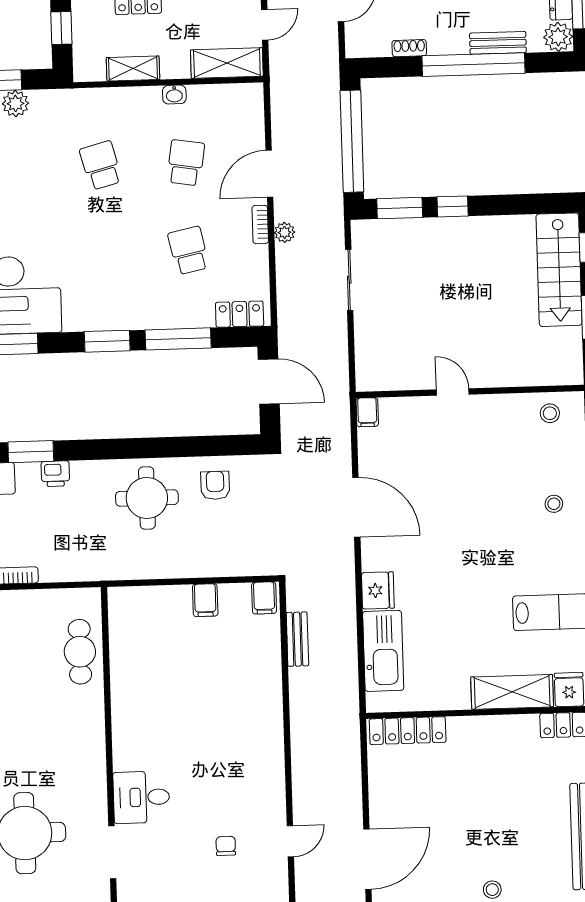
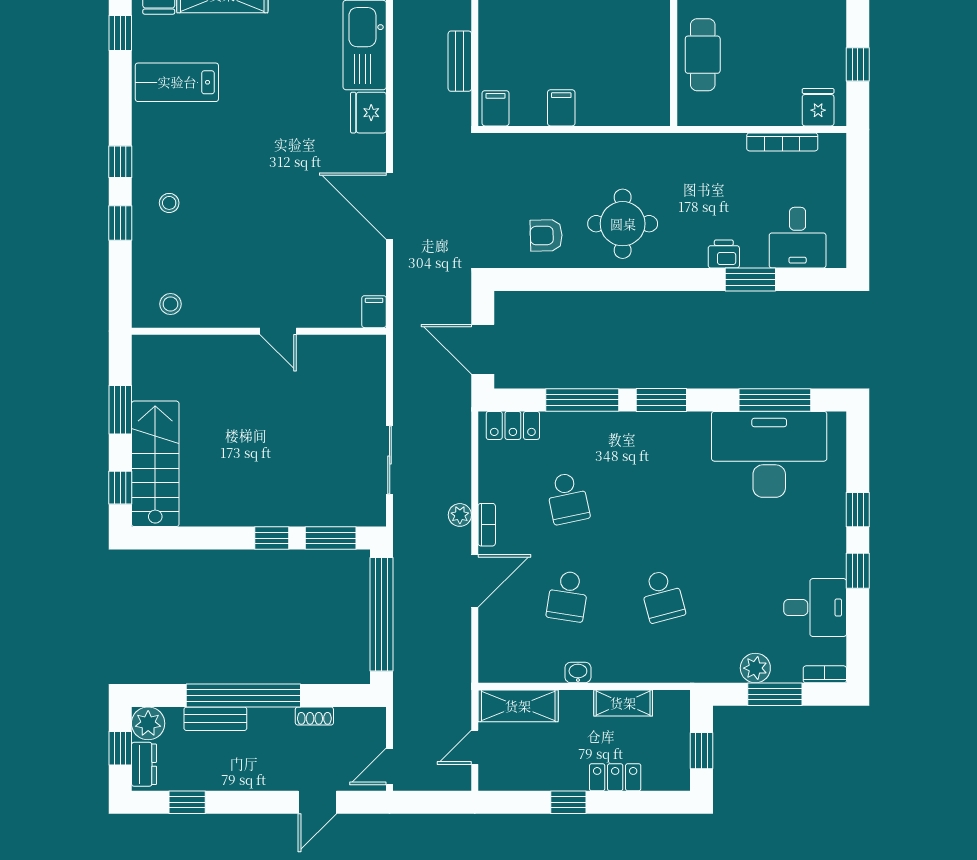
armchair: (215, 485) -> (546, 235), turned 89

